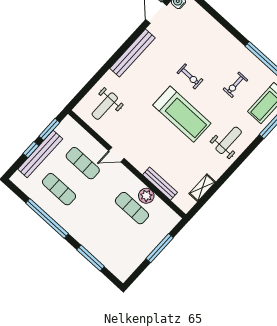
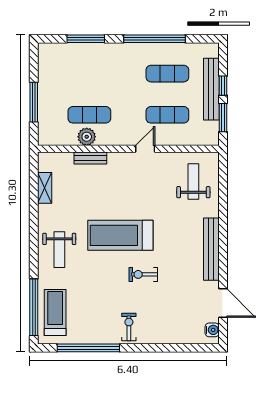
exercise bike: (235, 85) -> (129, 327), moved
bench: (160, 184) -> (90, 158), width x0.73

